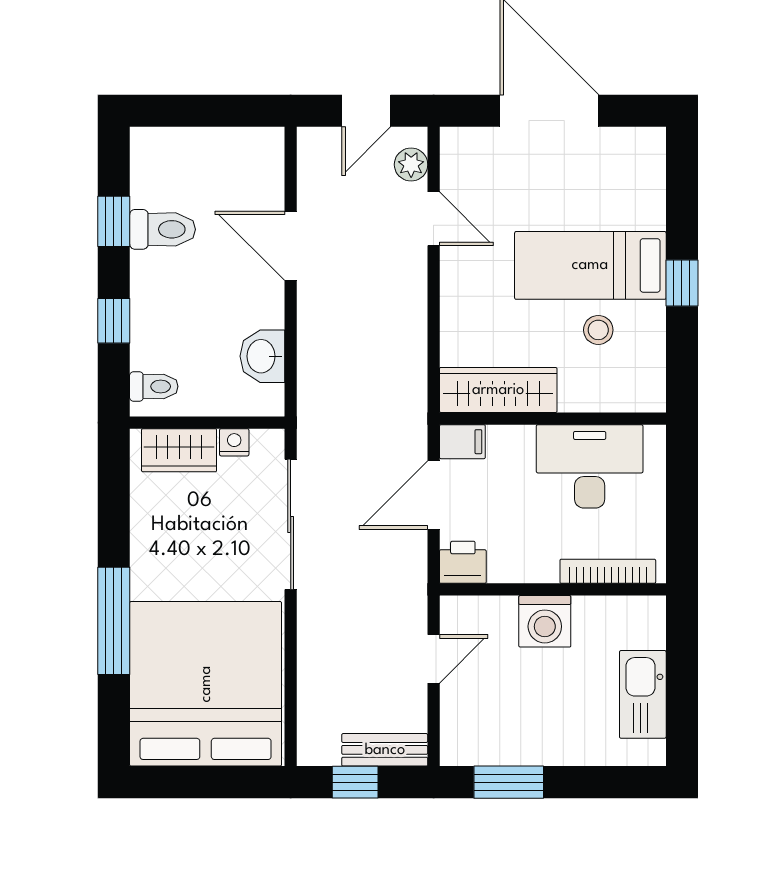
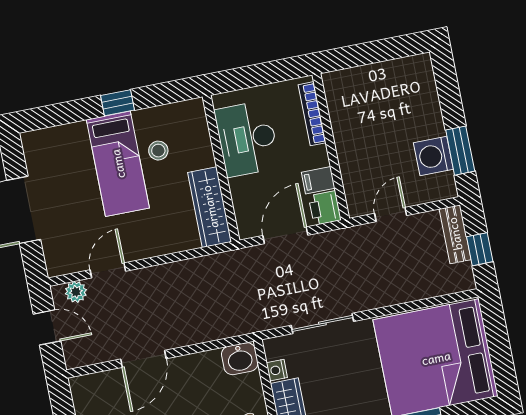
washbasin: (262, 356) -> (240, 359), moved
filing cabinet: (462, 442) -> (318, 180), moved, turned -90
door: (434, 495) -> (285, 235), swing flipped
sliding door: (291, 524) -> (322, 323), width x0.73
washing machine: (545, 621) -> (433, 156), moved, turned 180
door: (434, 659) -> (391, 214), hinge flipped
kitchen sink: (643, 694) -> (387, 76), removed

